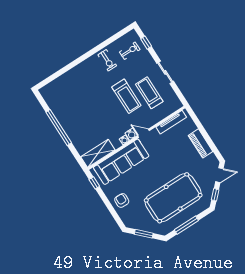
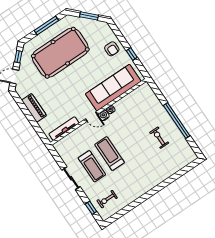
exercise bike: (107, 60) -> (159, 138), moved
treadmill: (149, 93) -> (92, 166), moved
shelving: (98, 153) -> (137, 95), removed
window: (94, 183) -> (132, 54), moved

